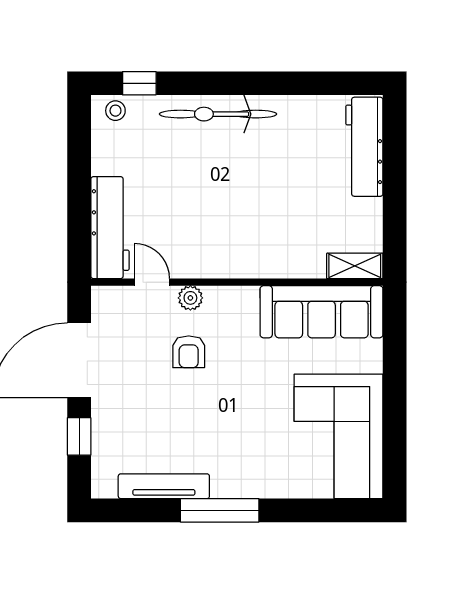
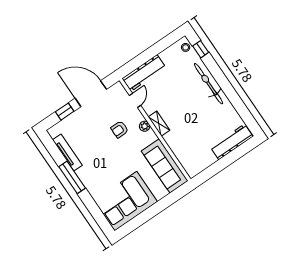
shelving: (355, 266) -> (159, 124), moved
plant: (190, 298) -> (145, 126), moved

